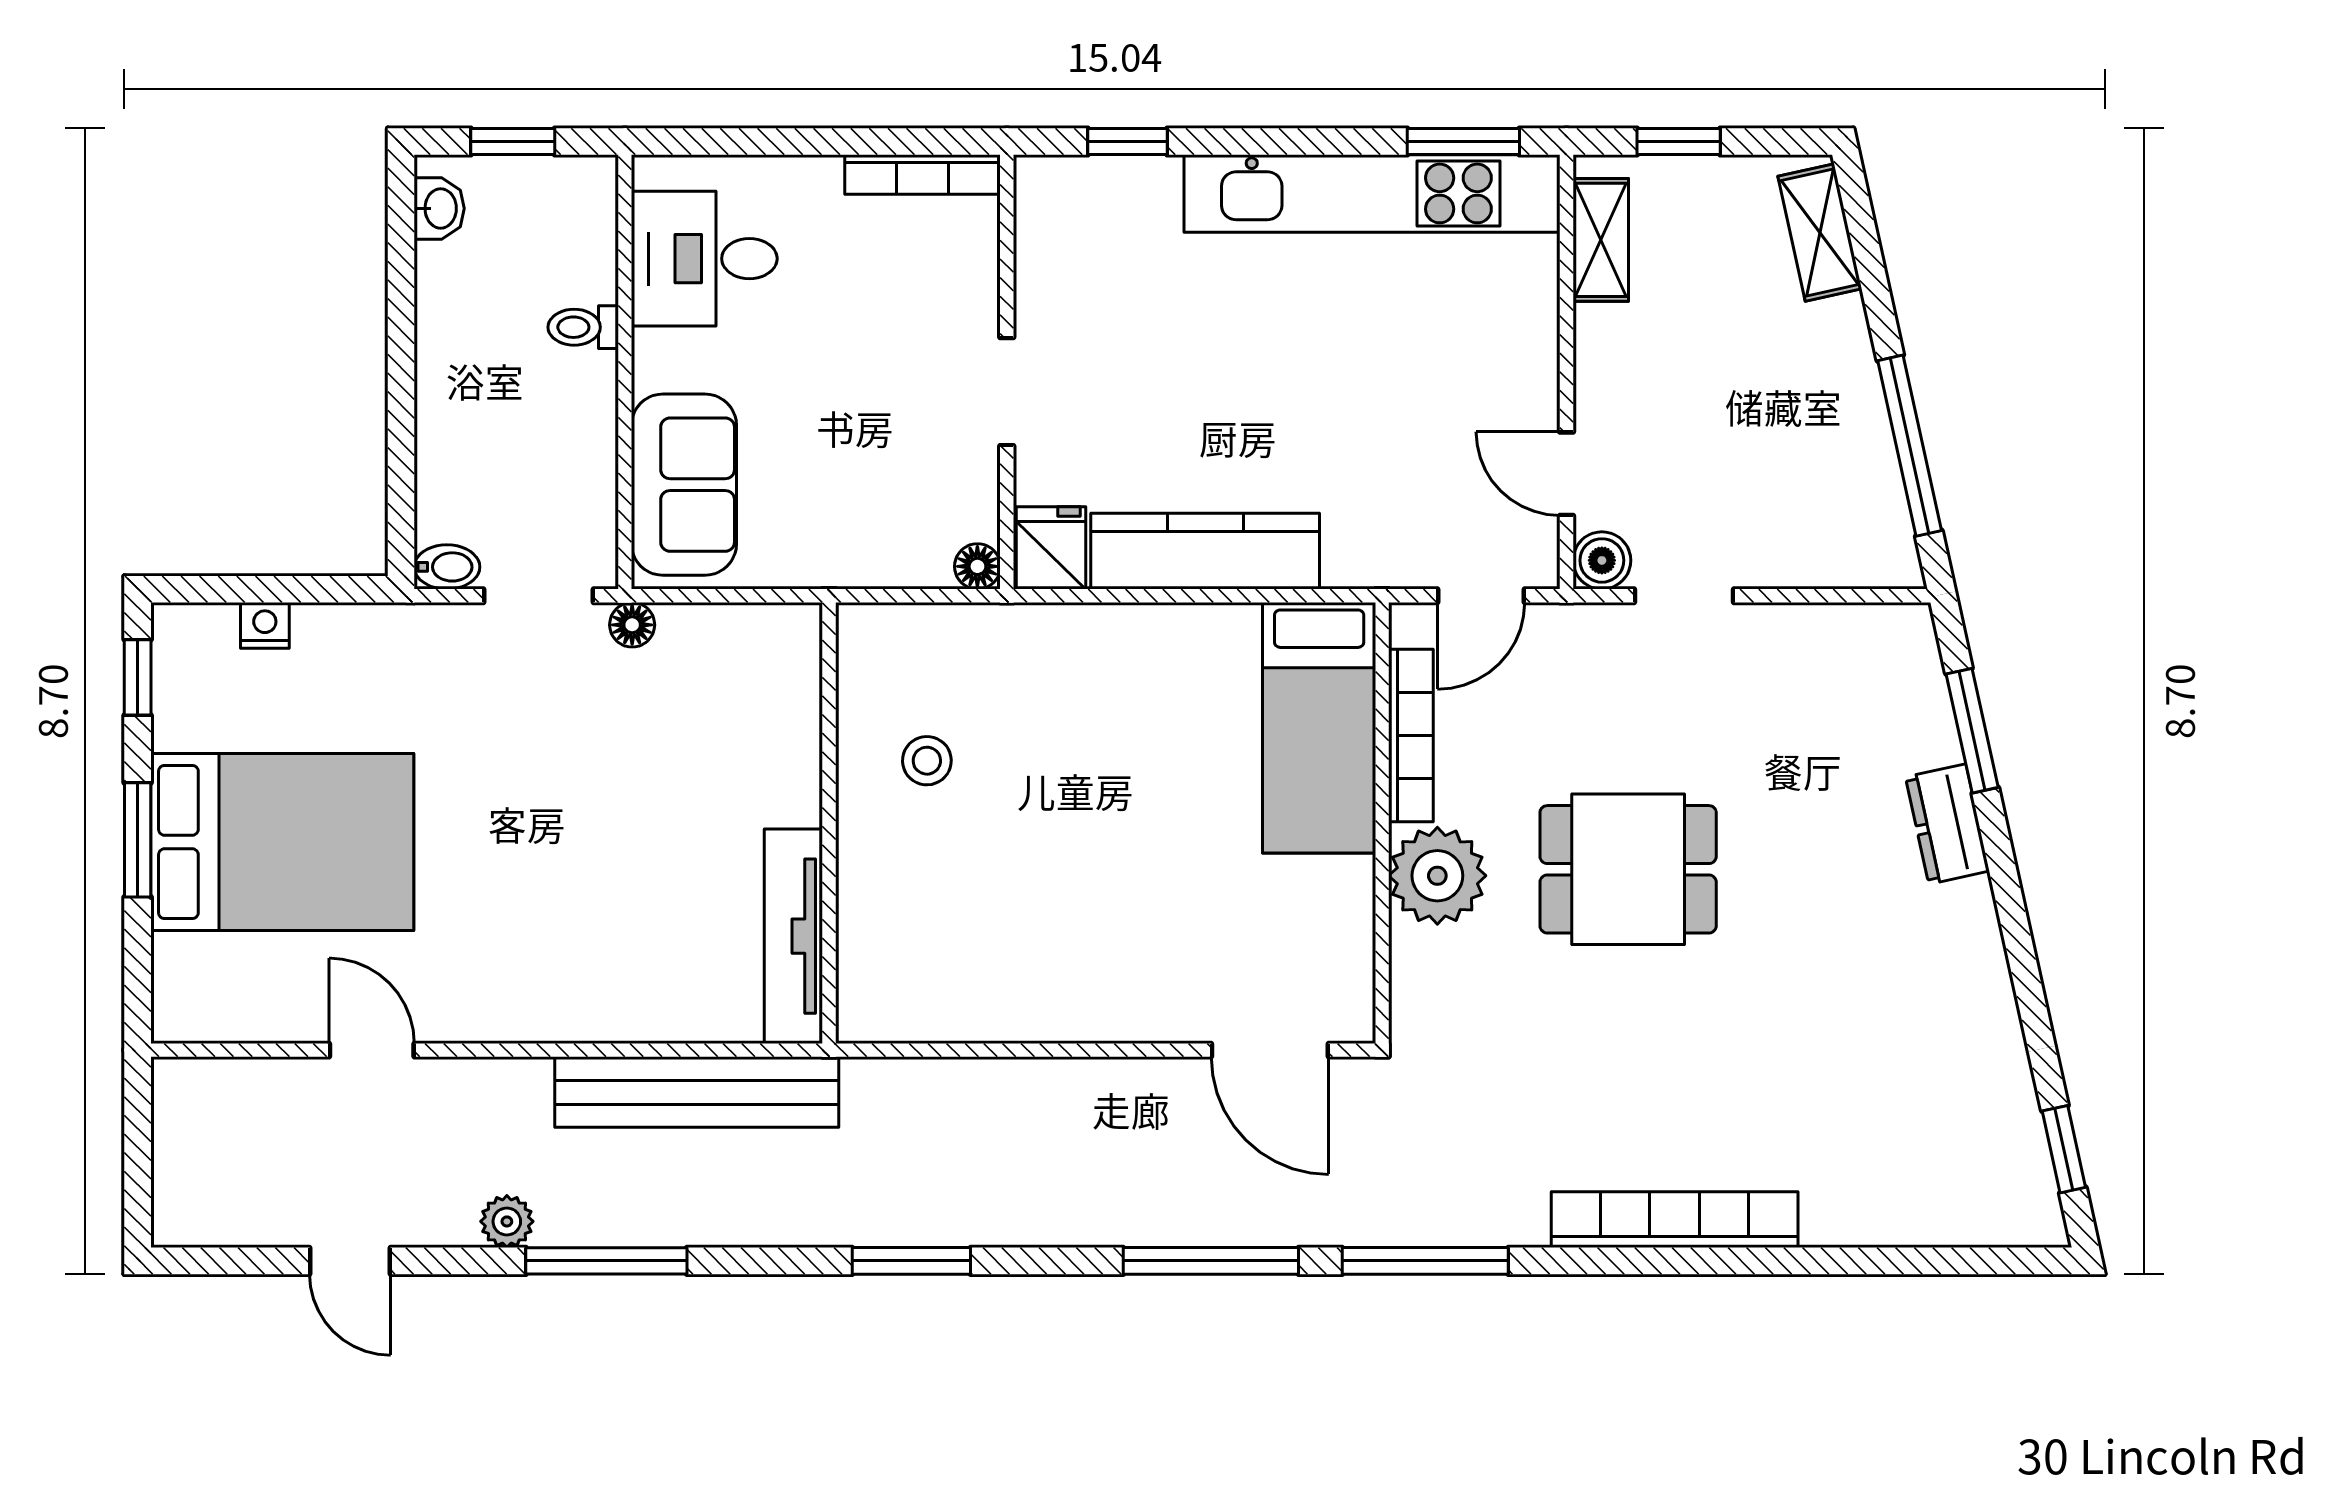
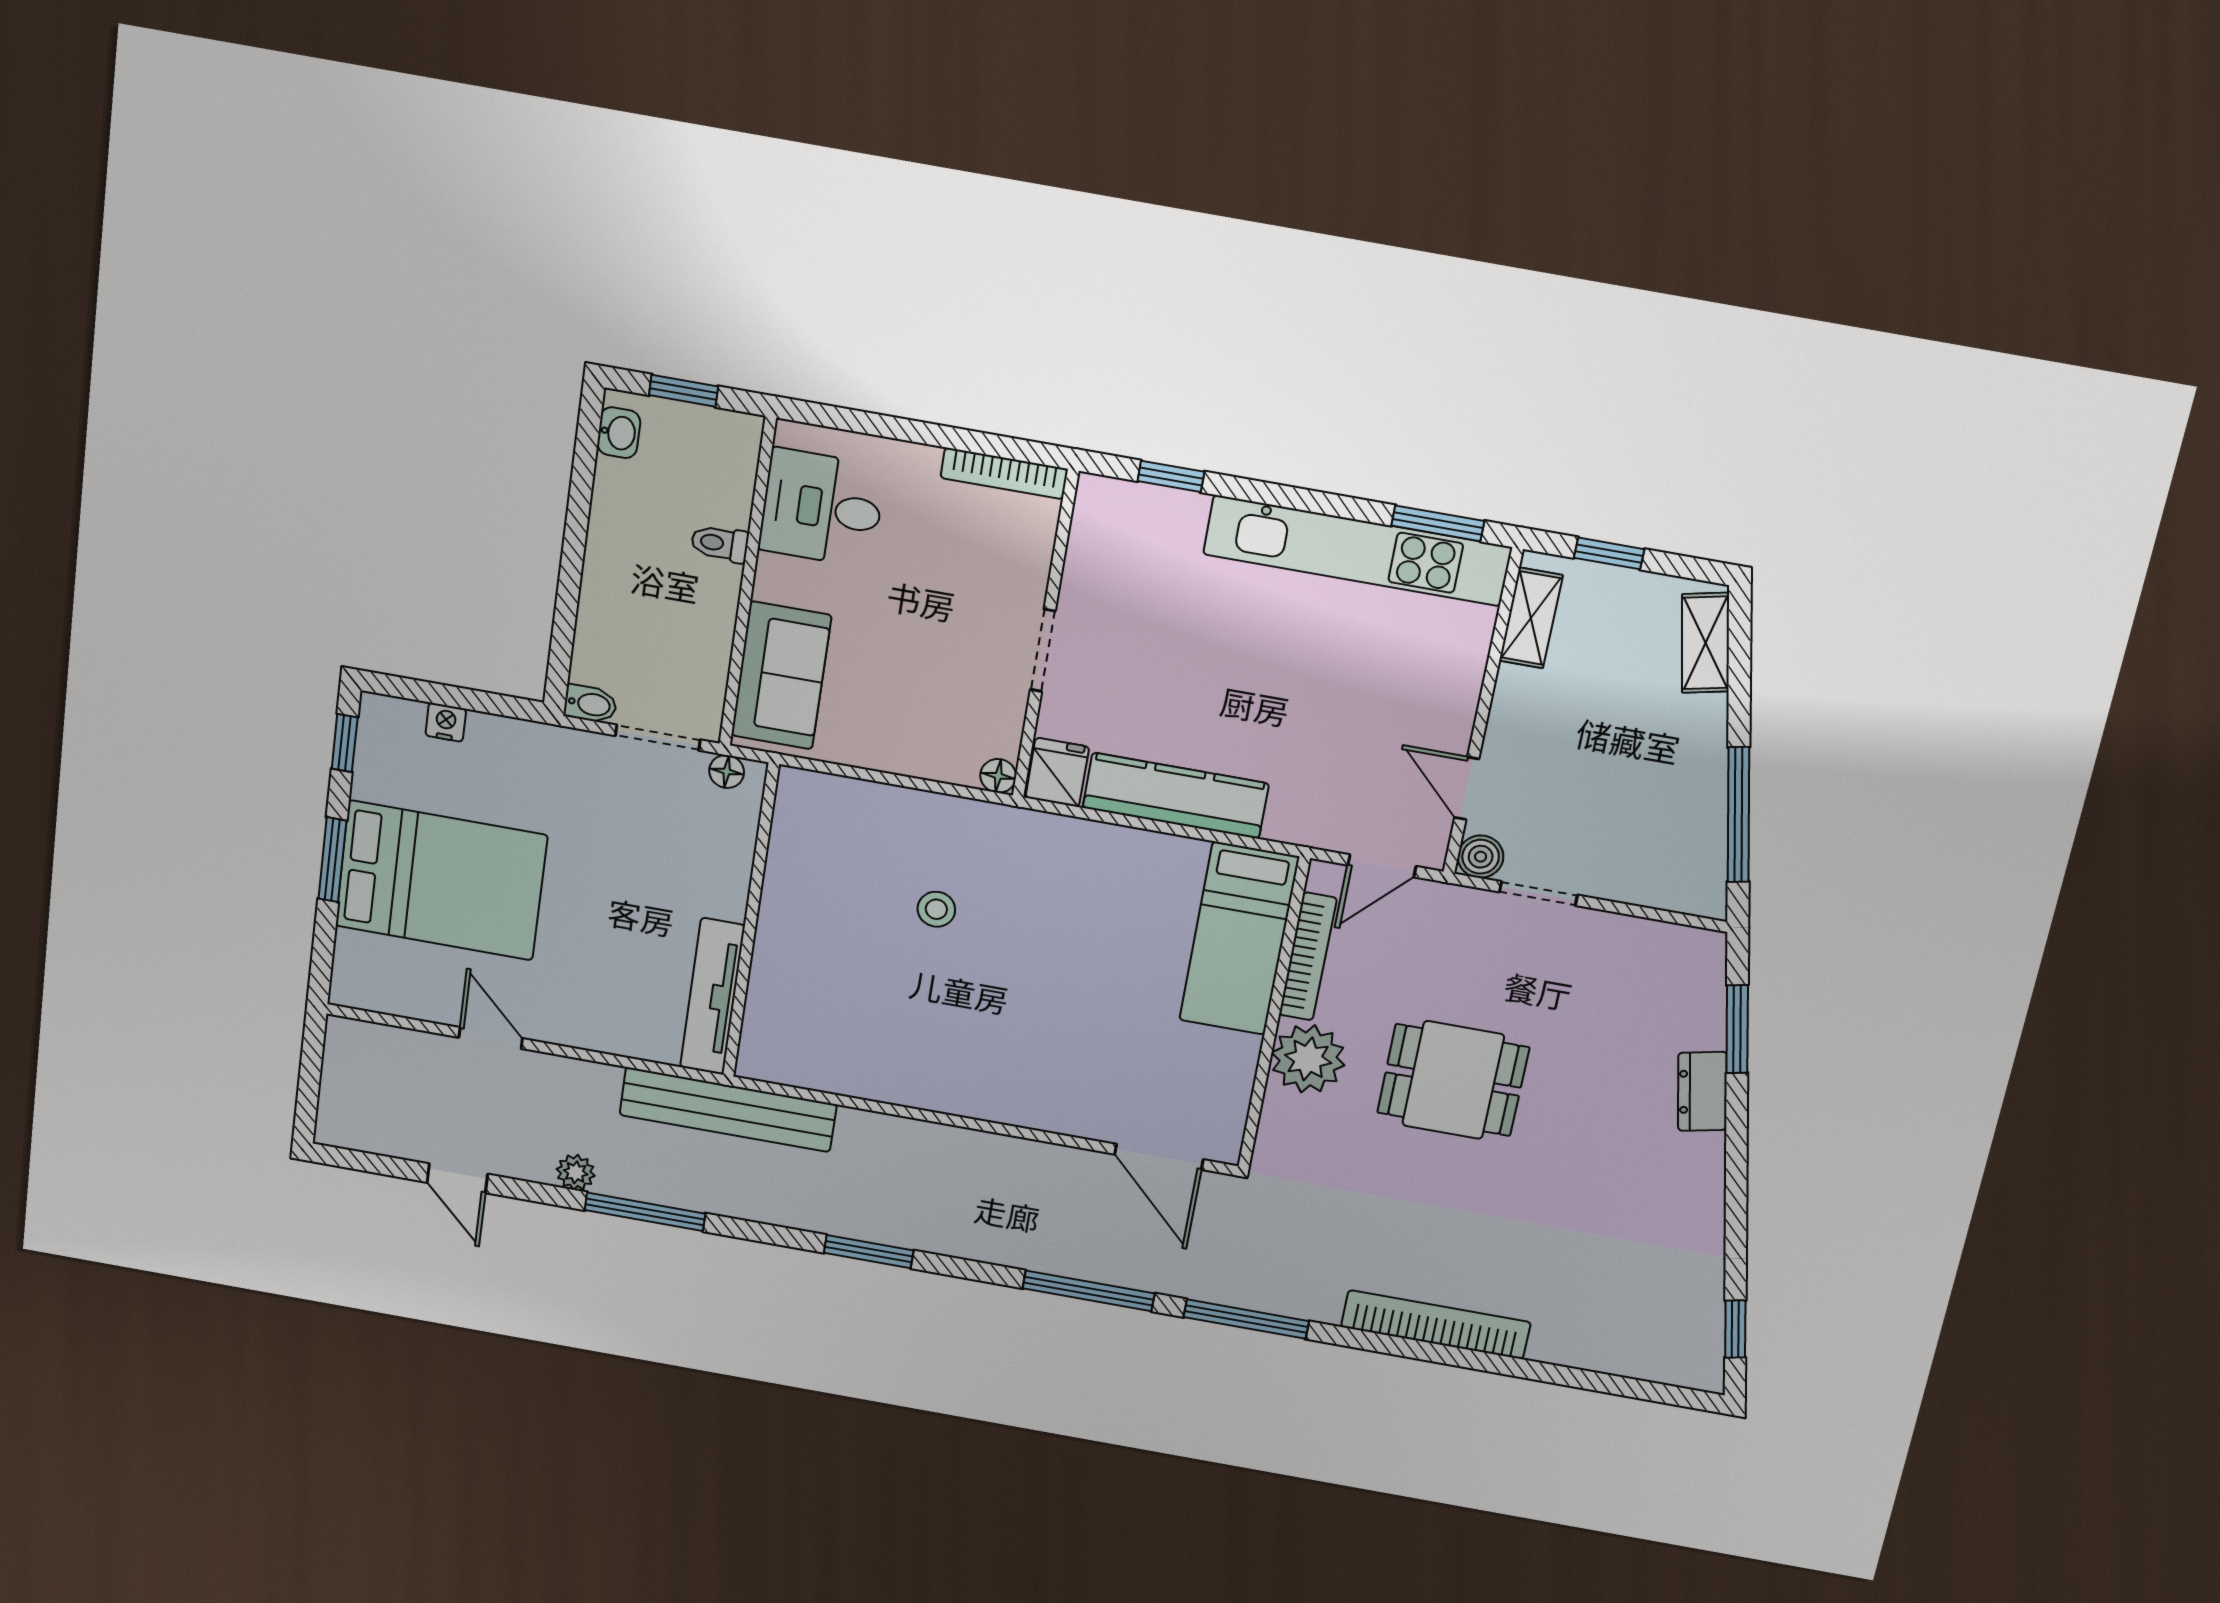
wall: (829, 823) -> (751, 922), moved
tv unit: (793, 936) -> (712, 997), moved

